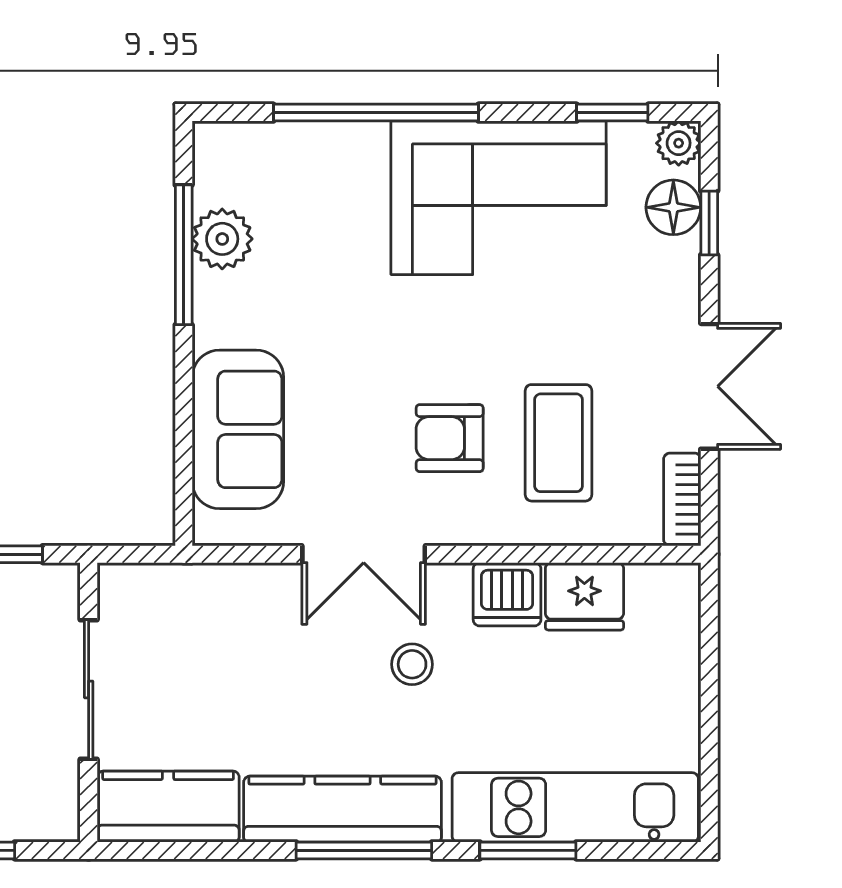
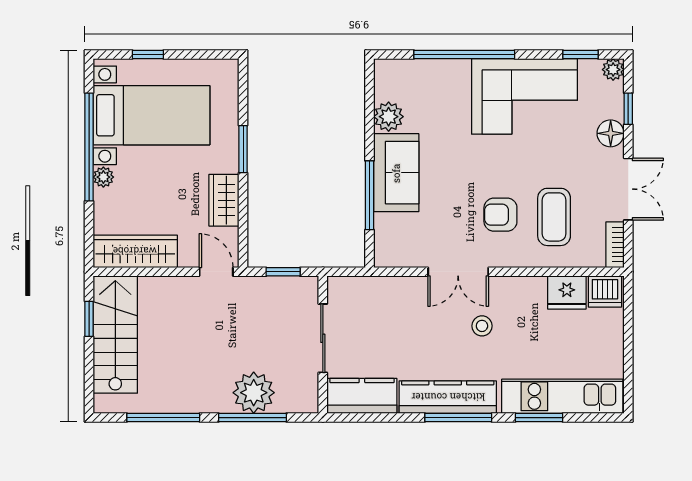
floor lamp: (673, 207) -> (611, 133), moved
window: (184, 255) -> (370, 195), moved
sofa: (238, 429) -> (396, 173), moved
dishwasher: (507, 594) -> (605, 291), moved

